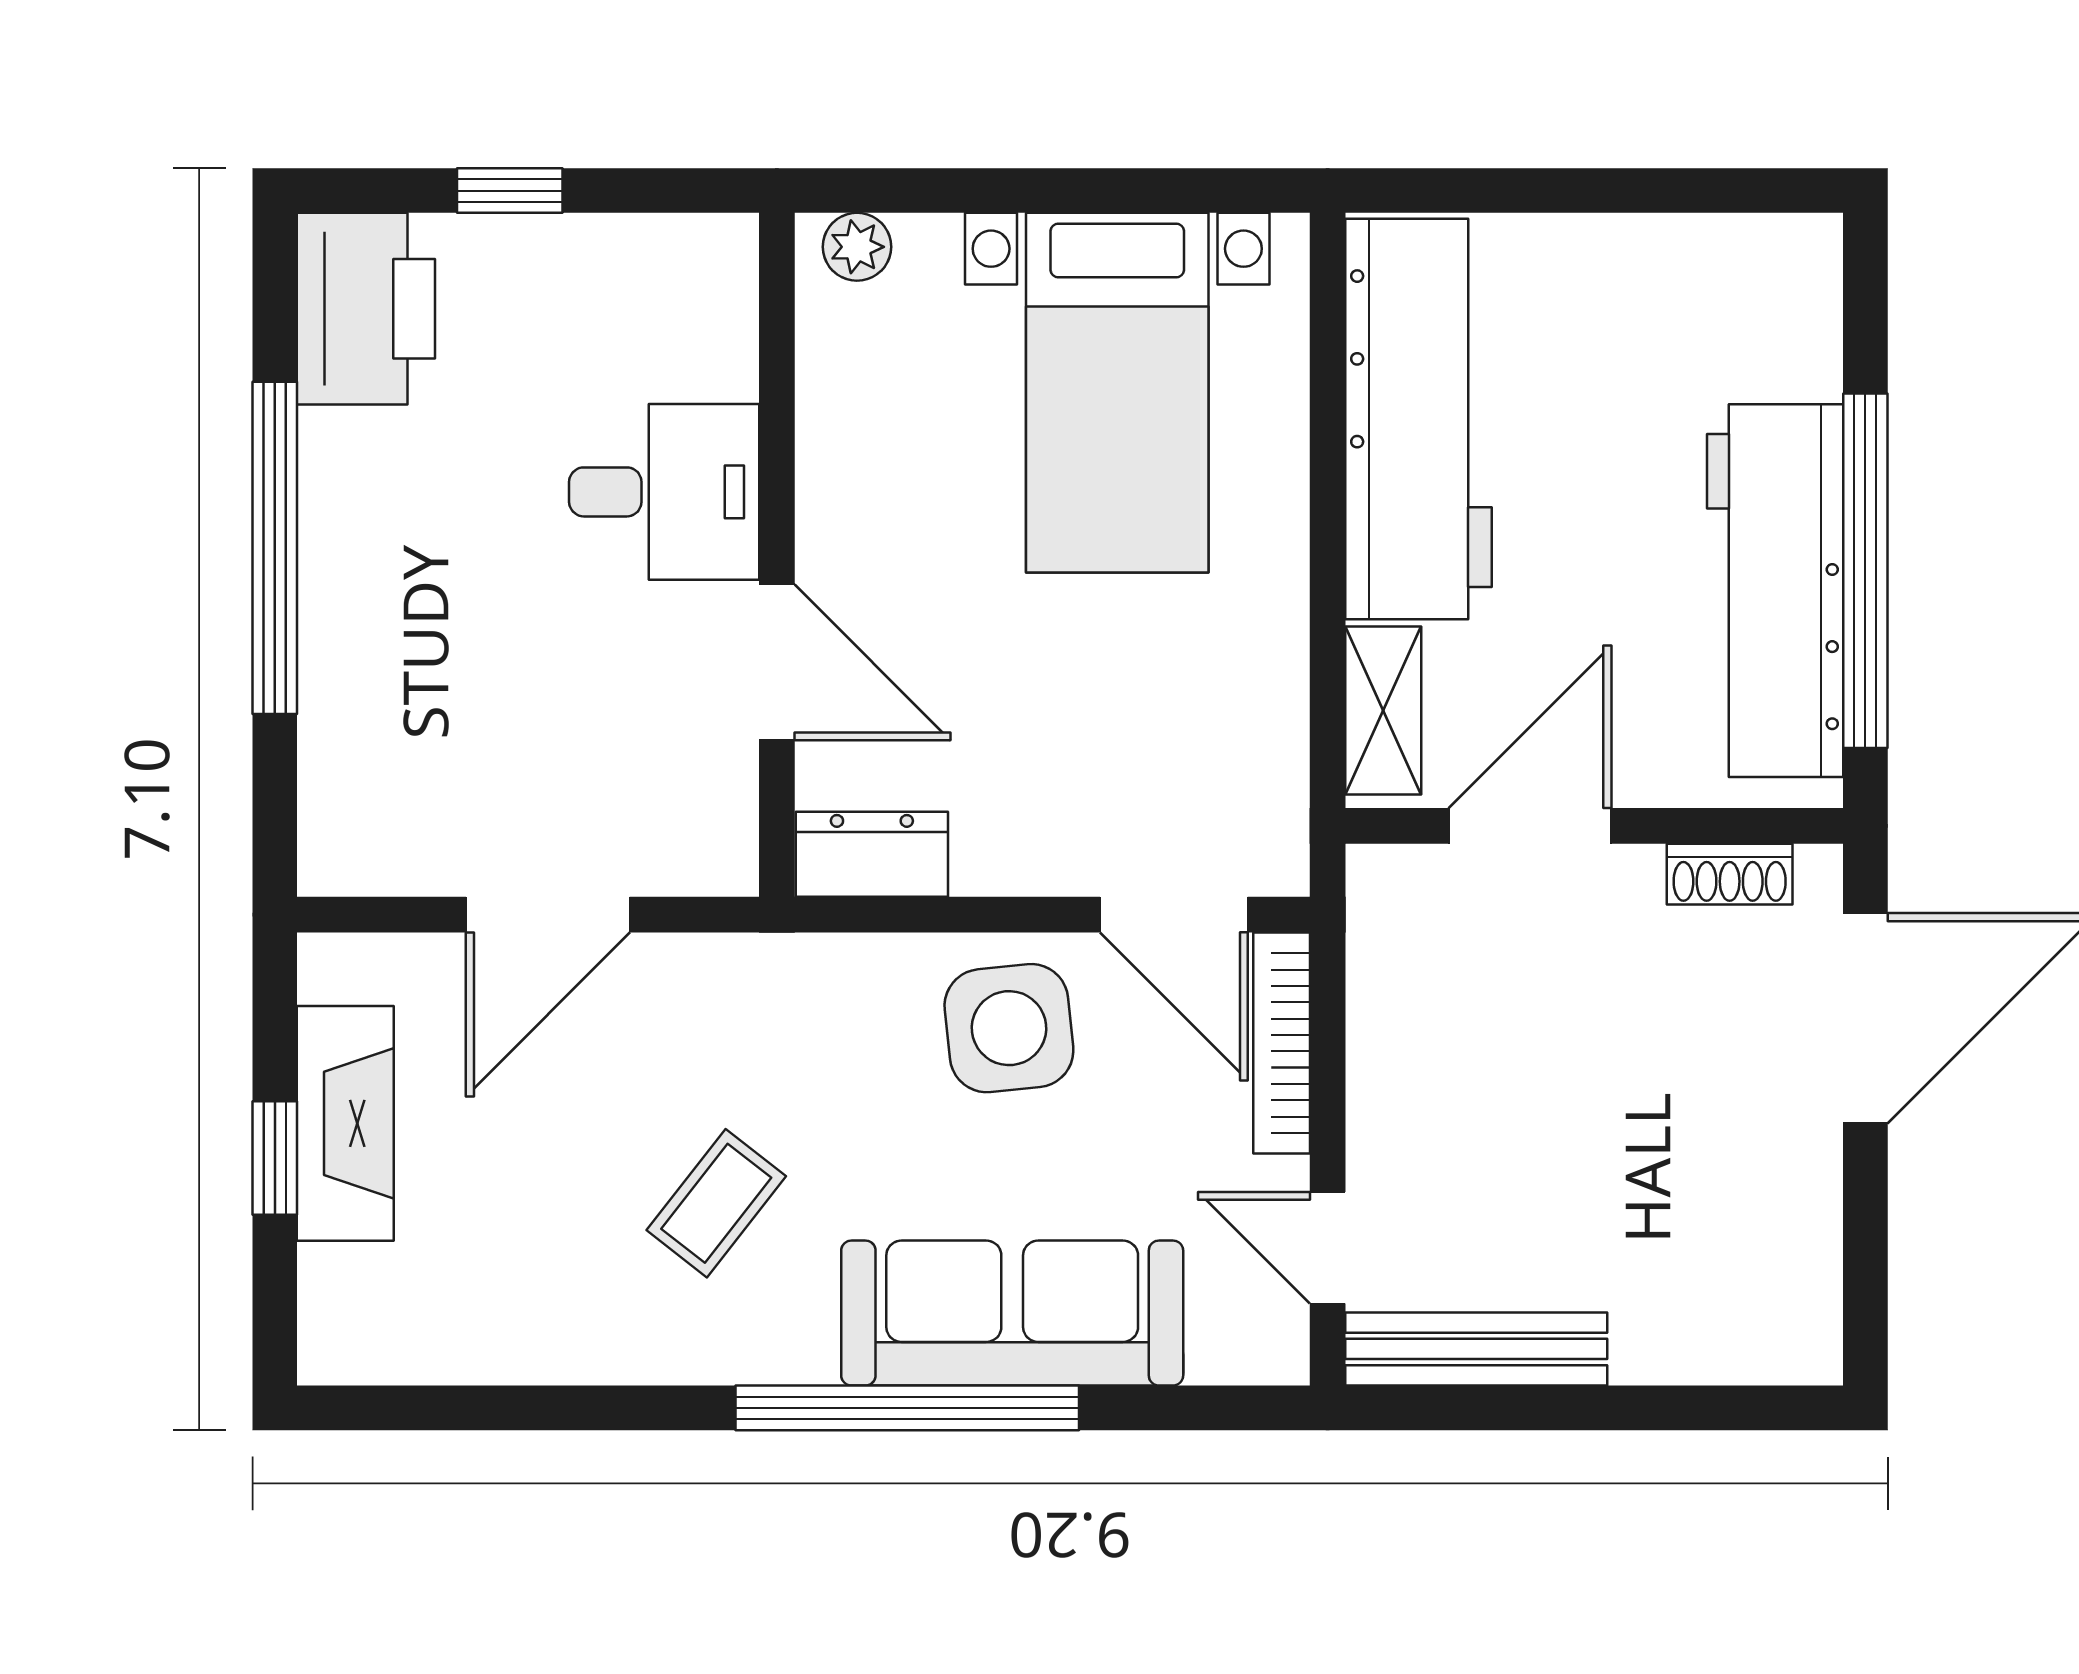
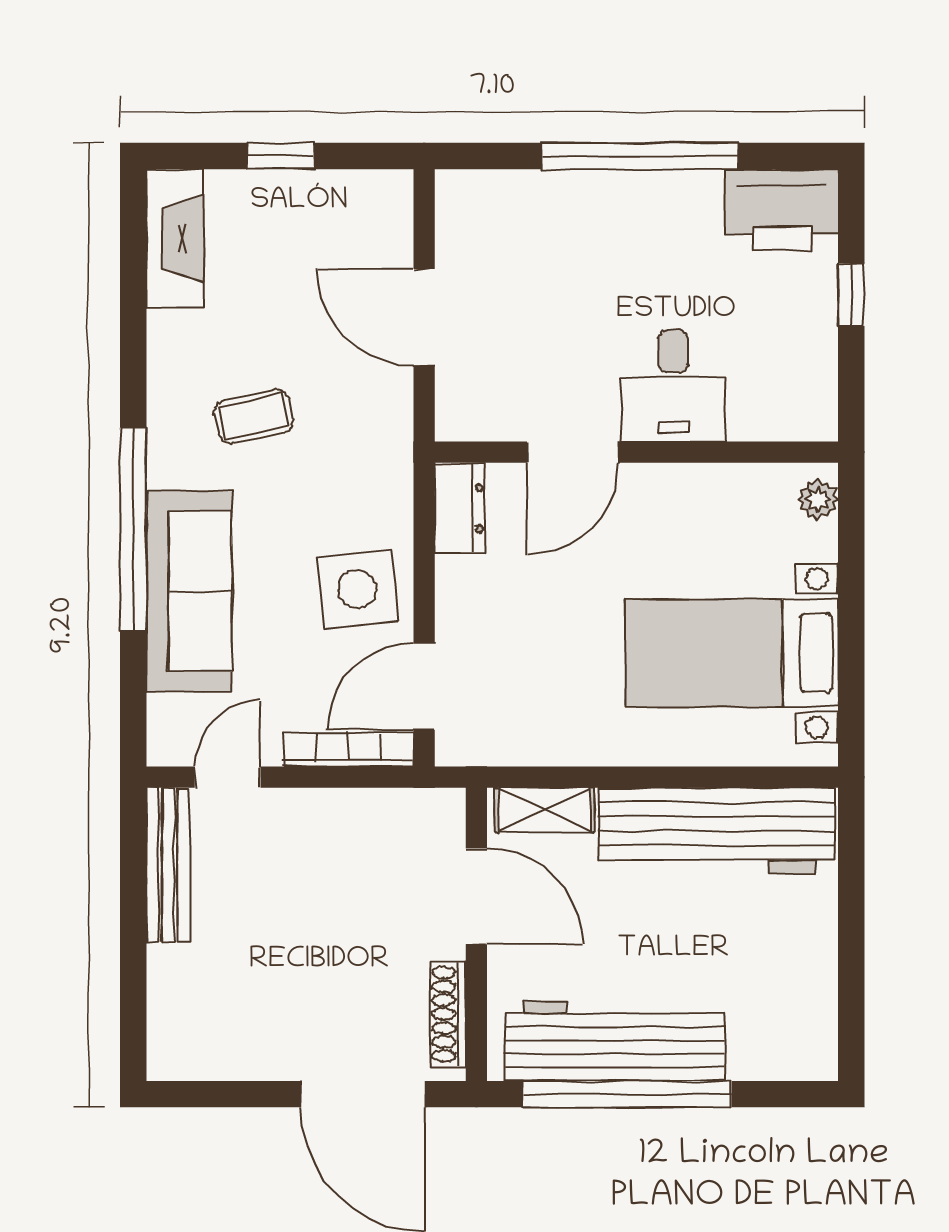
shoe rack: (1730, 874) -> (448, 1014), width x1.43
fireplace: (345, 1123) -> (175, 238), moved, turned -90
coffee table: (716, 1203) -> (254, 416), turned -50

